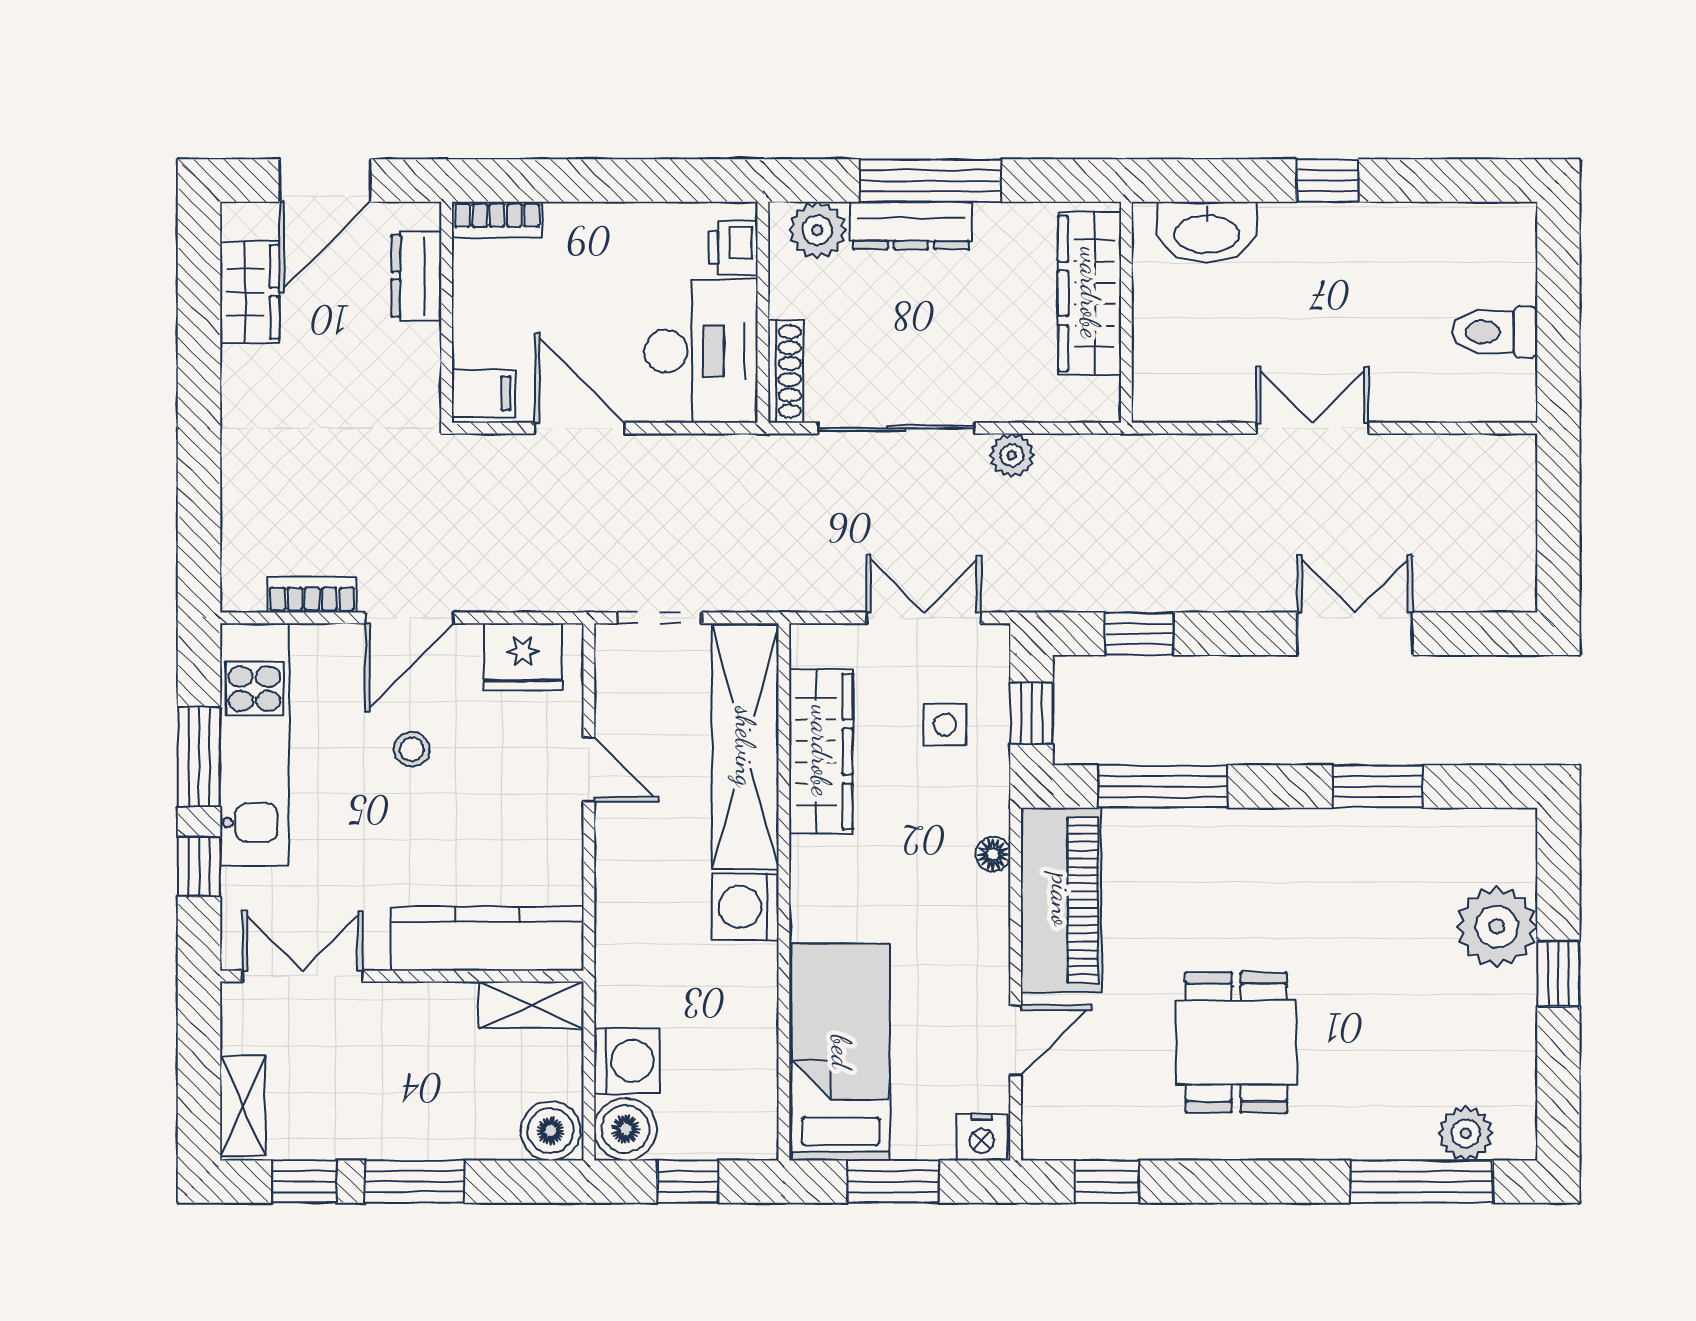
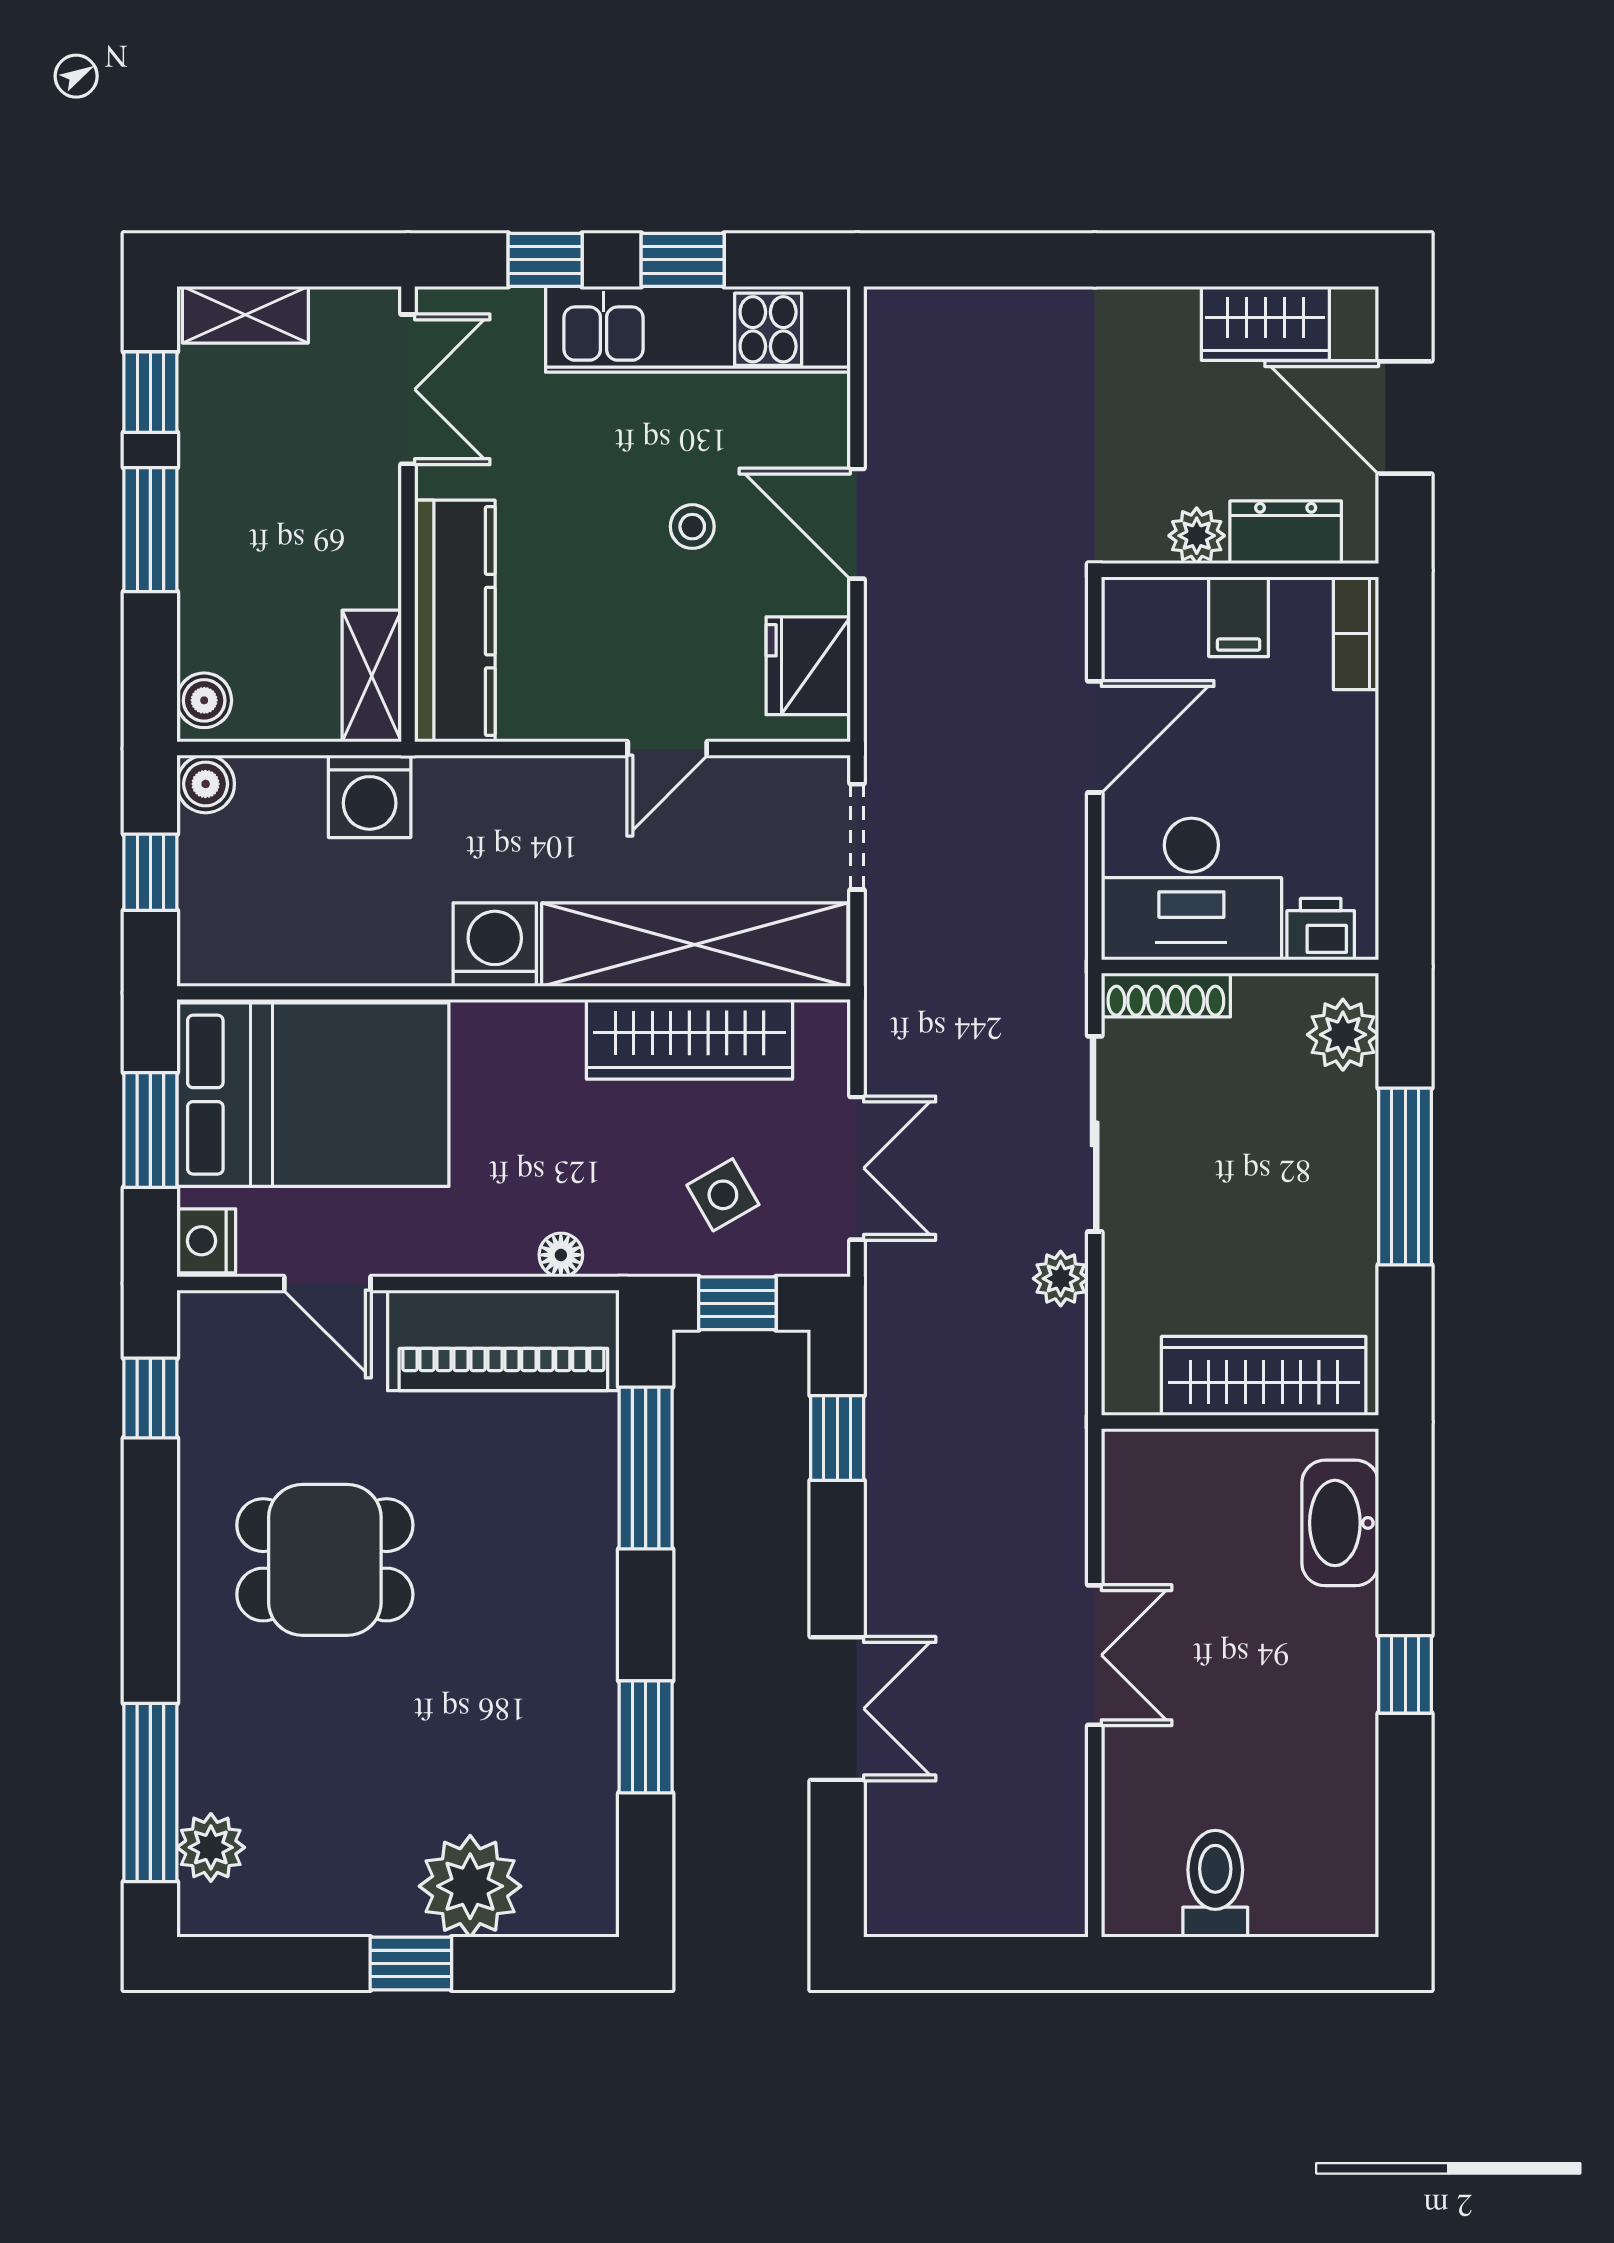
dresser: (911, 226) -> (1349, 1152), removed
plant: (419, 347) -> (1197, 536), added
filing cabinet: (484, 393) -> (1239, 617), moved
bookcase: (312, 595) -> (886, 401), removed
side table: (945, 725) -> (723, 1195), turned -30
window: (199, 757) -> (683, 260), width x0.67
bed: (841, 1052) -> (313, 1095), width x1.50
washing machine: (627, 1061) -> (370, 796), moved
boiler: (626, 1129) -> (206, 784), width x0.73, depth x0.73
boiler: (550, 1131) -> (204, 700), width x0.73, depth x0.73

